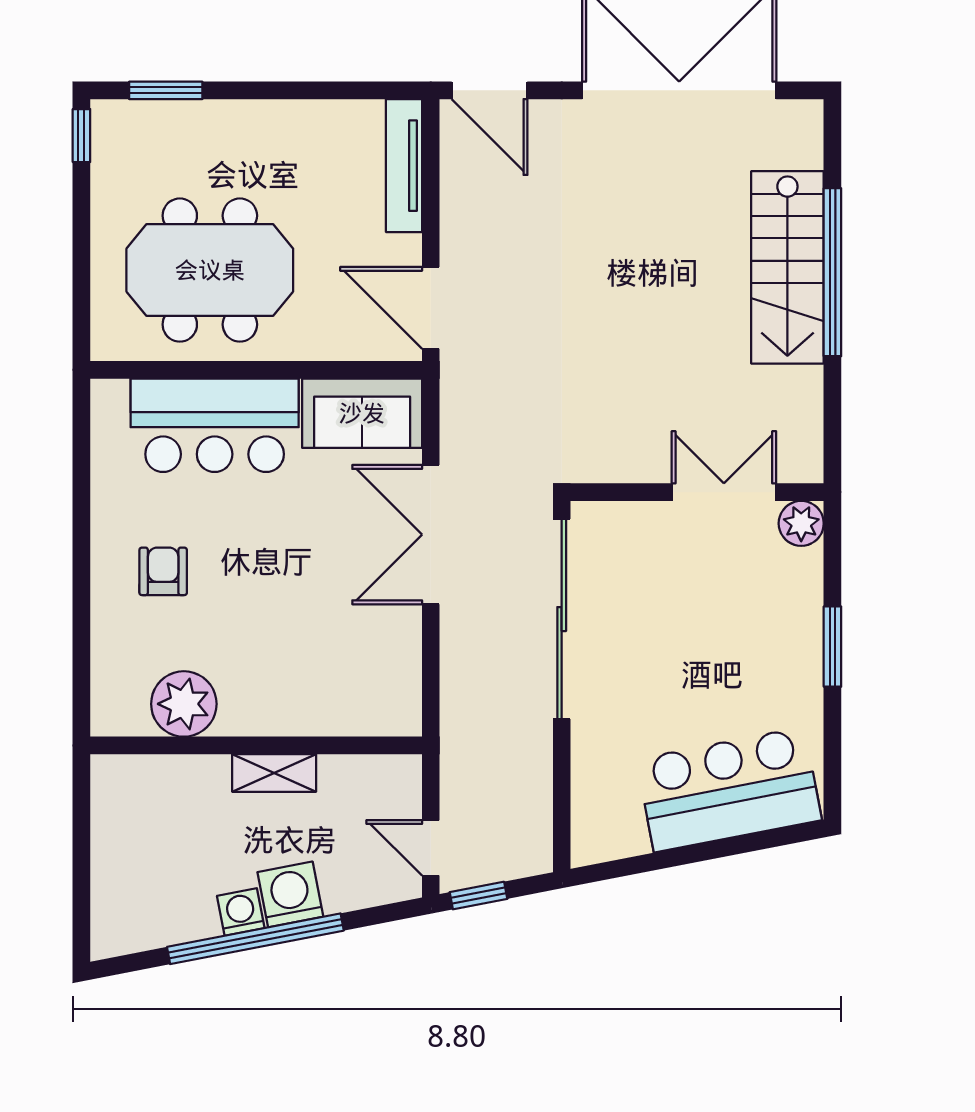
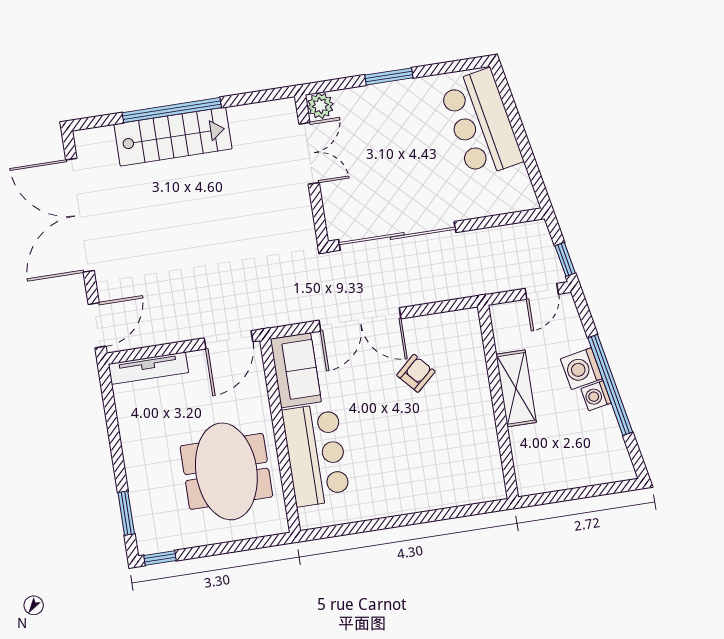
double door: (724, 492) -> (309, 153), swing flipped
armchair: (163, 571) -> (416, 373), moved, turned 138
plant: (184, 704) -> (480, 448), removed
shelving: (274, 773) -> (516, 388), width x1.50, depth x1.33

